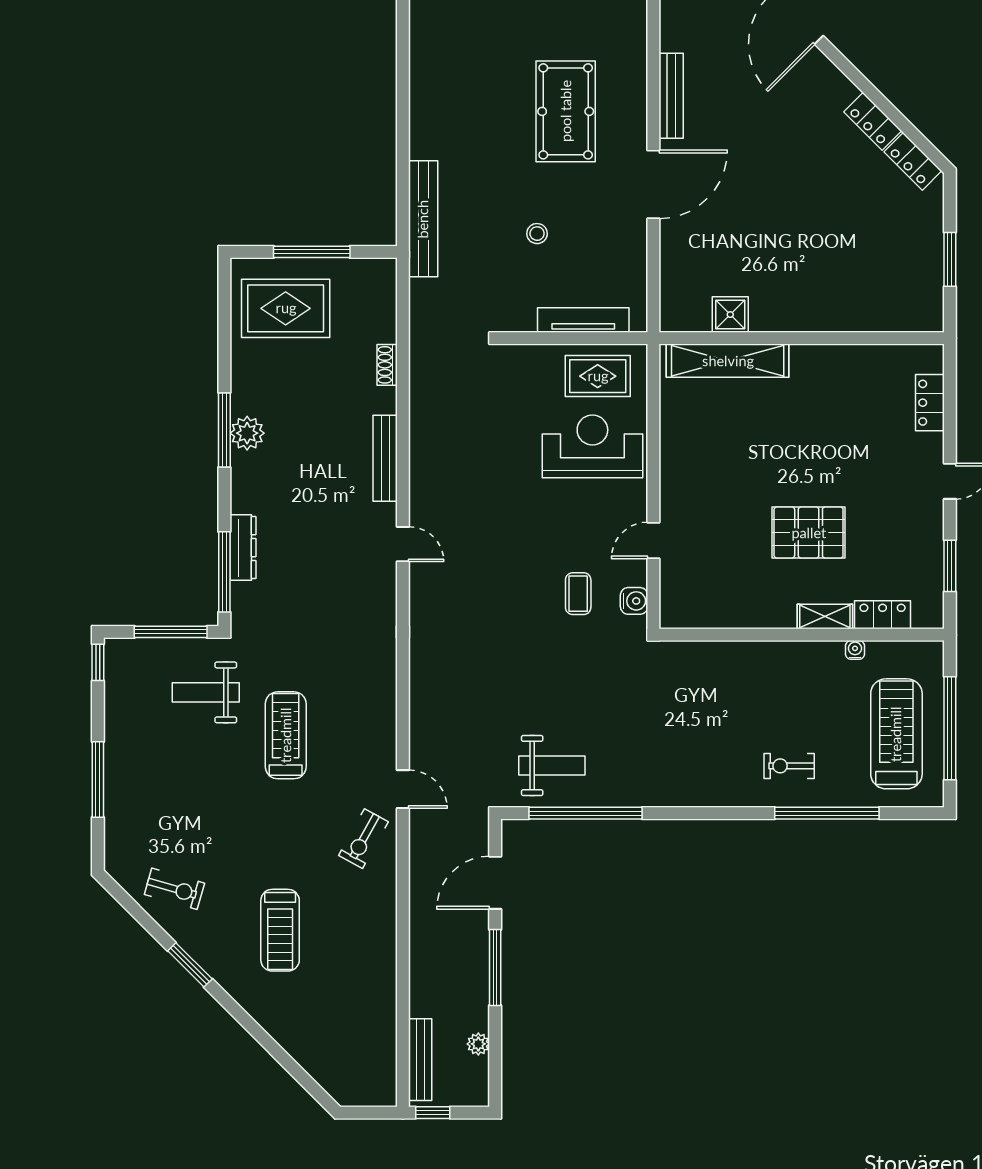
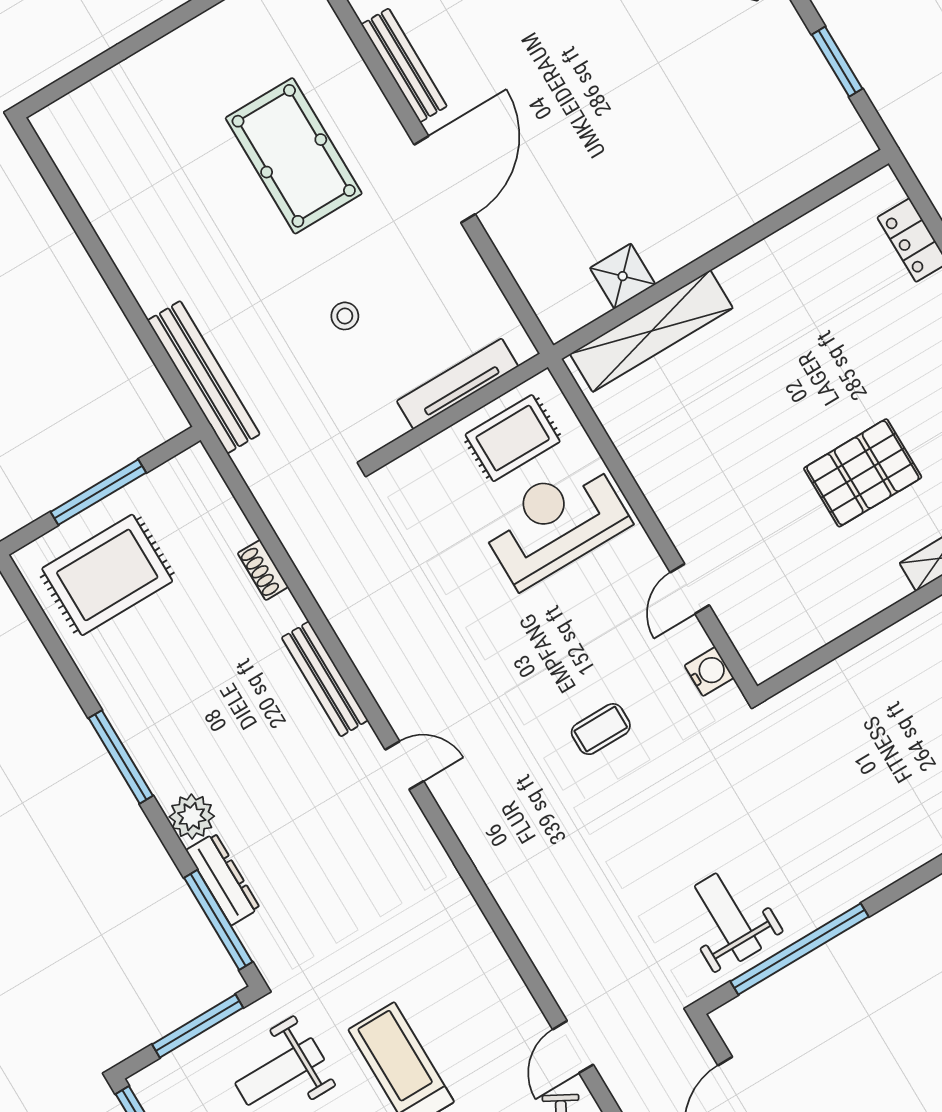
plant: (247, 433) -> (192, 817), moved
coffee table: (578, 594) -> (601, 729), moved, turned 90
weight bench: (552, 765) -> (728, 917), turned -90
door: (403, 789) -> (573, 1047), swing flipped

